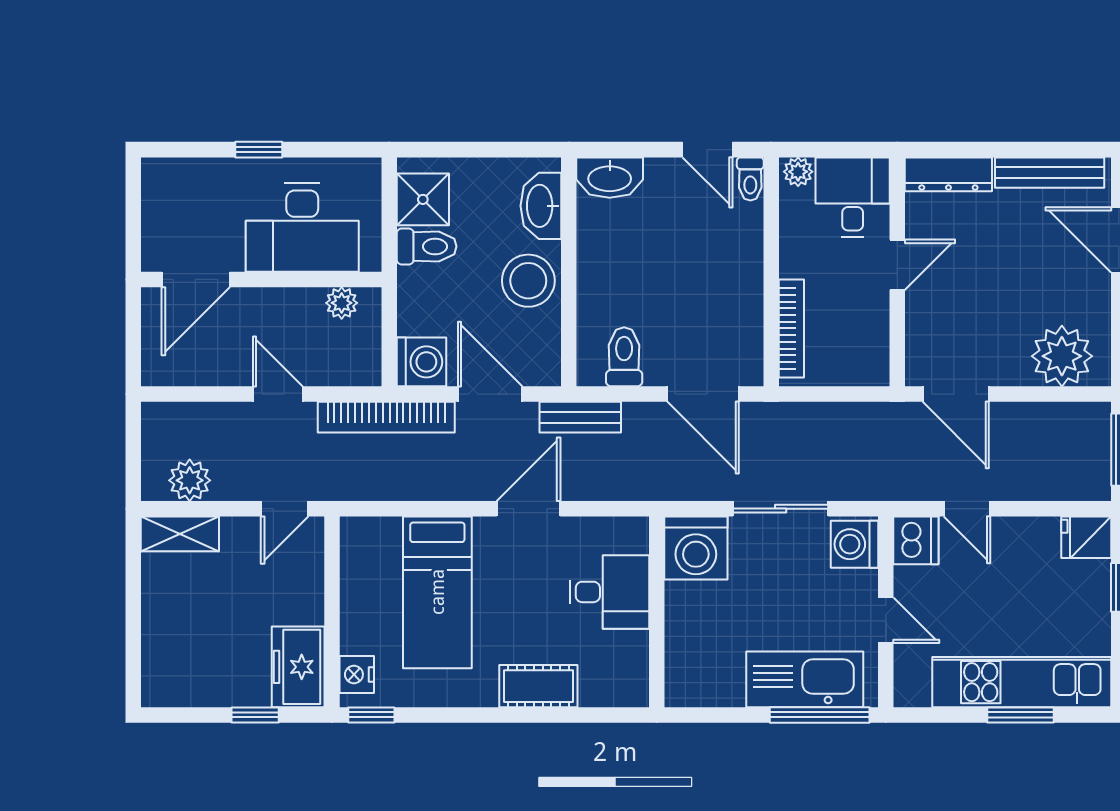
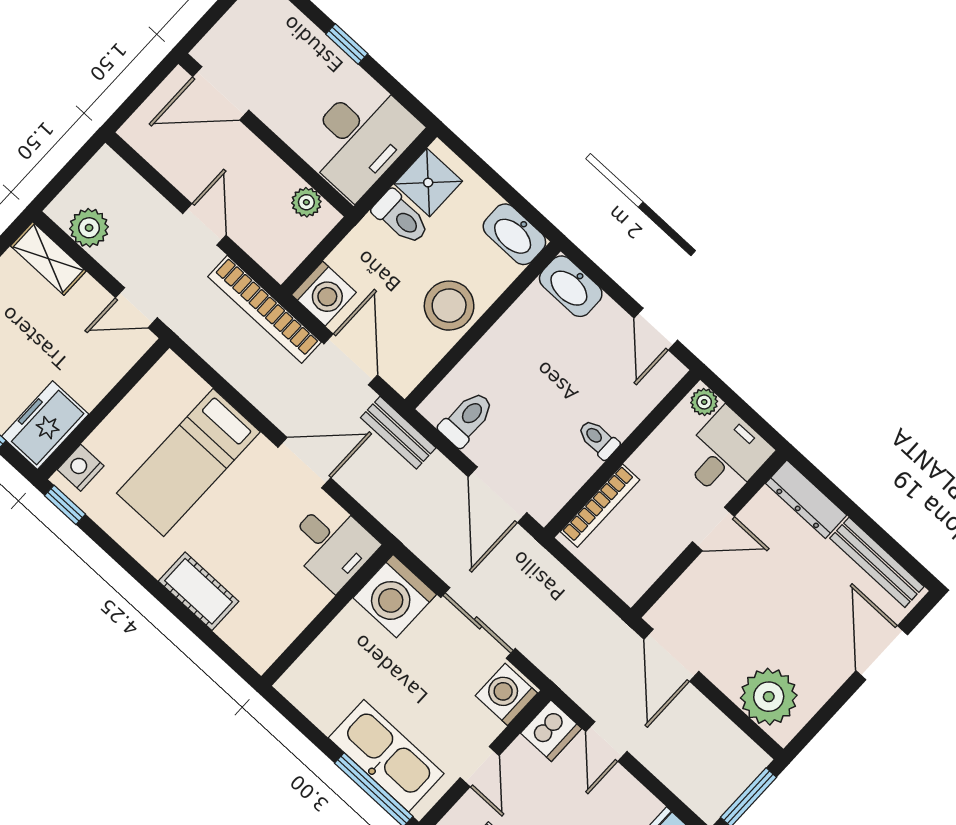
toilet: (750, 179) -> (598, 439), moved, turned 90
washbasin: (541, 206) -> (514, 234), moved, turned -90
desk: (302, 228) -> (360, 138), moved, turned -90
desk: (609, 592) -> (332, 545), moved

